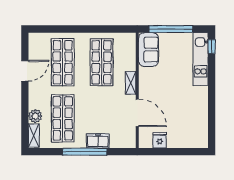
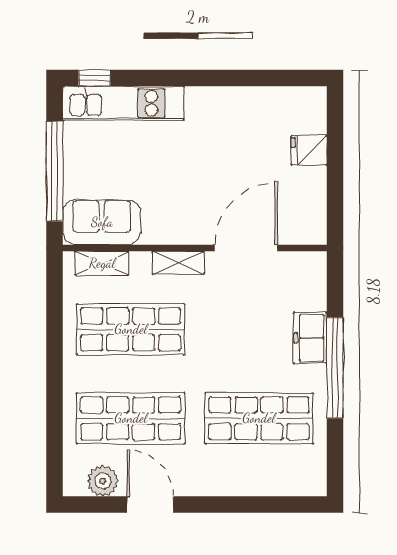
plant: (35, 116) -> (103, 481), moved
shelving: (34, 136) -> (102, 263), moved
fridge: (160, 140) -> (309, 150), moved

